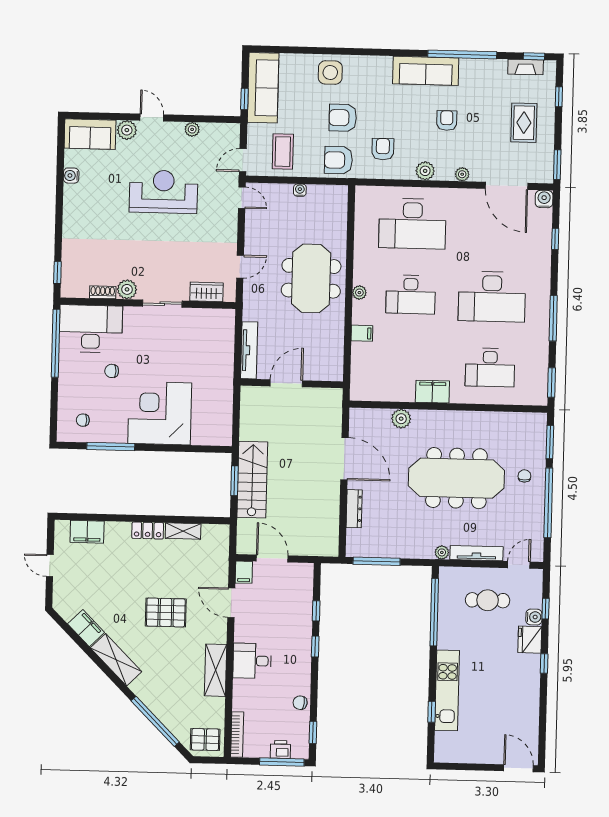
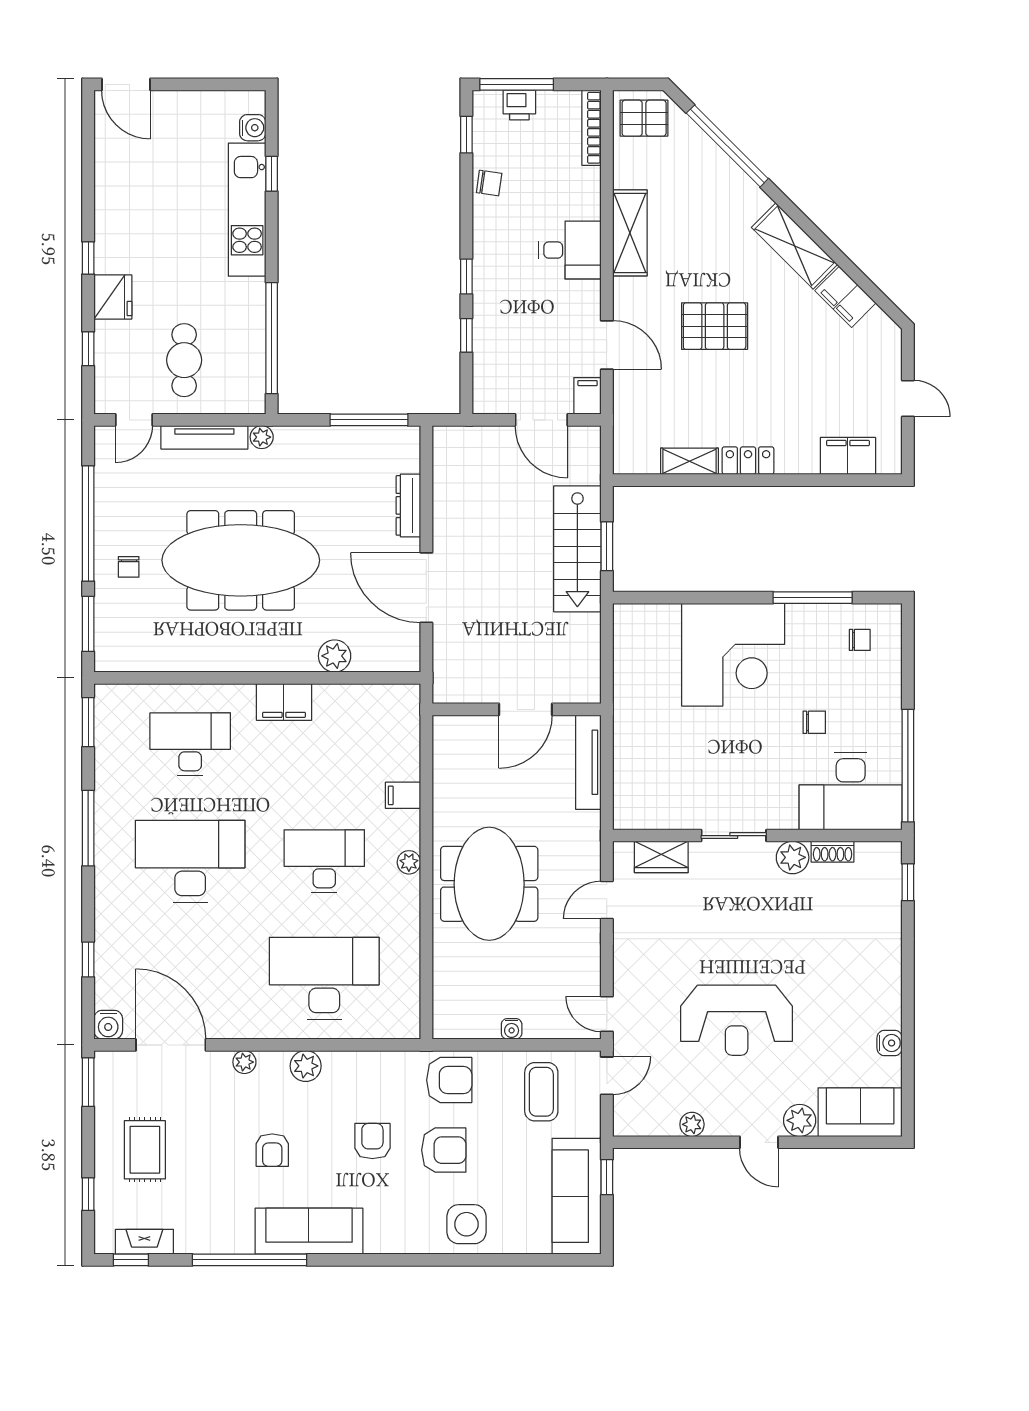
armchair: (383, 149) -> (372, 1141), moved, turned 180
cafe table: (488, 600) -> (184, 360), turned 90
water cooler: (534, 617) -> (253, 128), moved, turned 180

